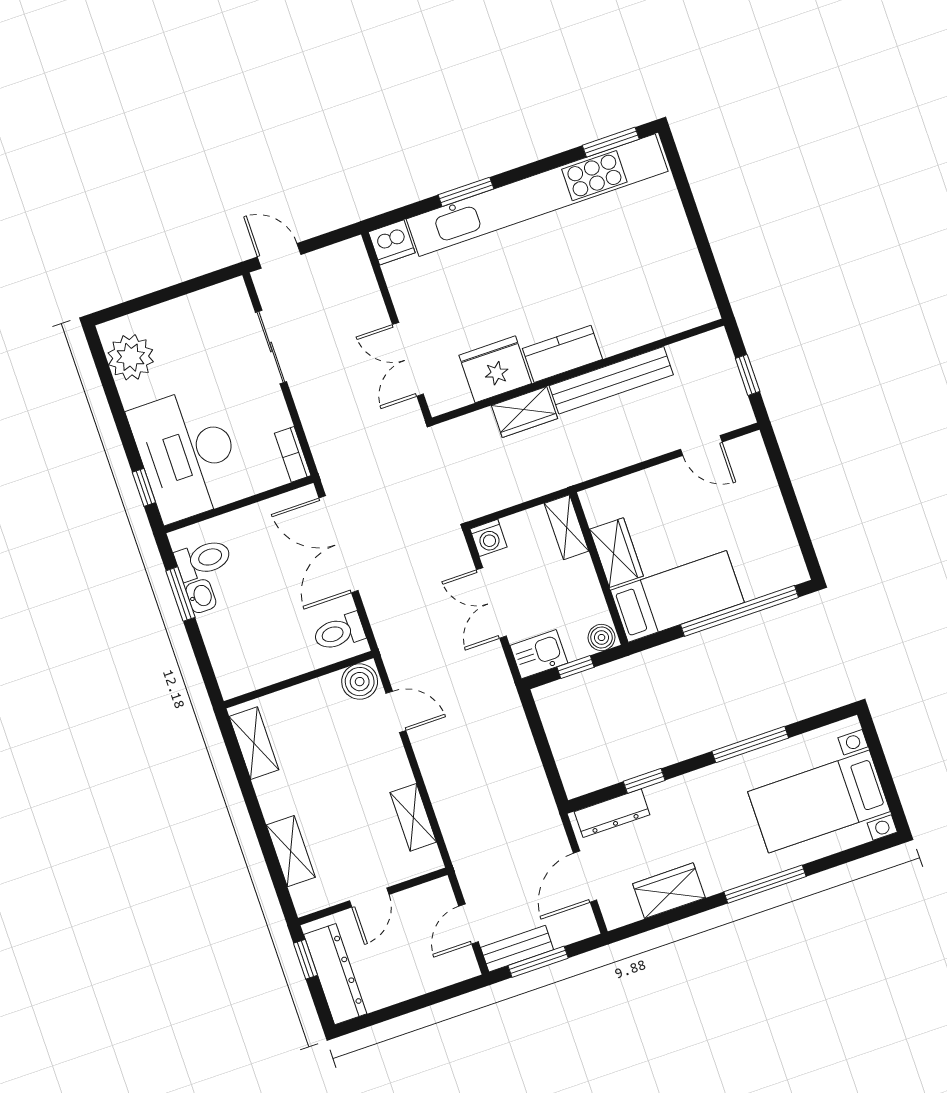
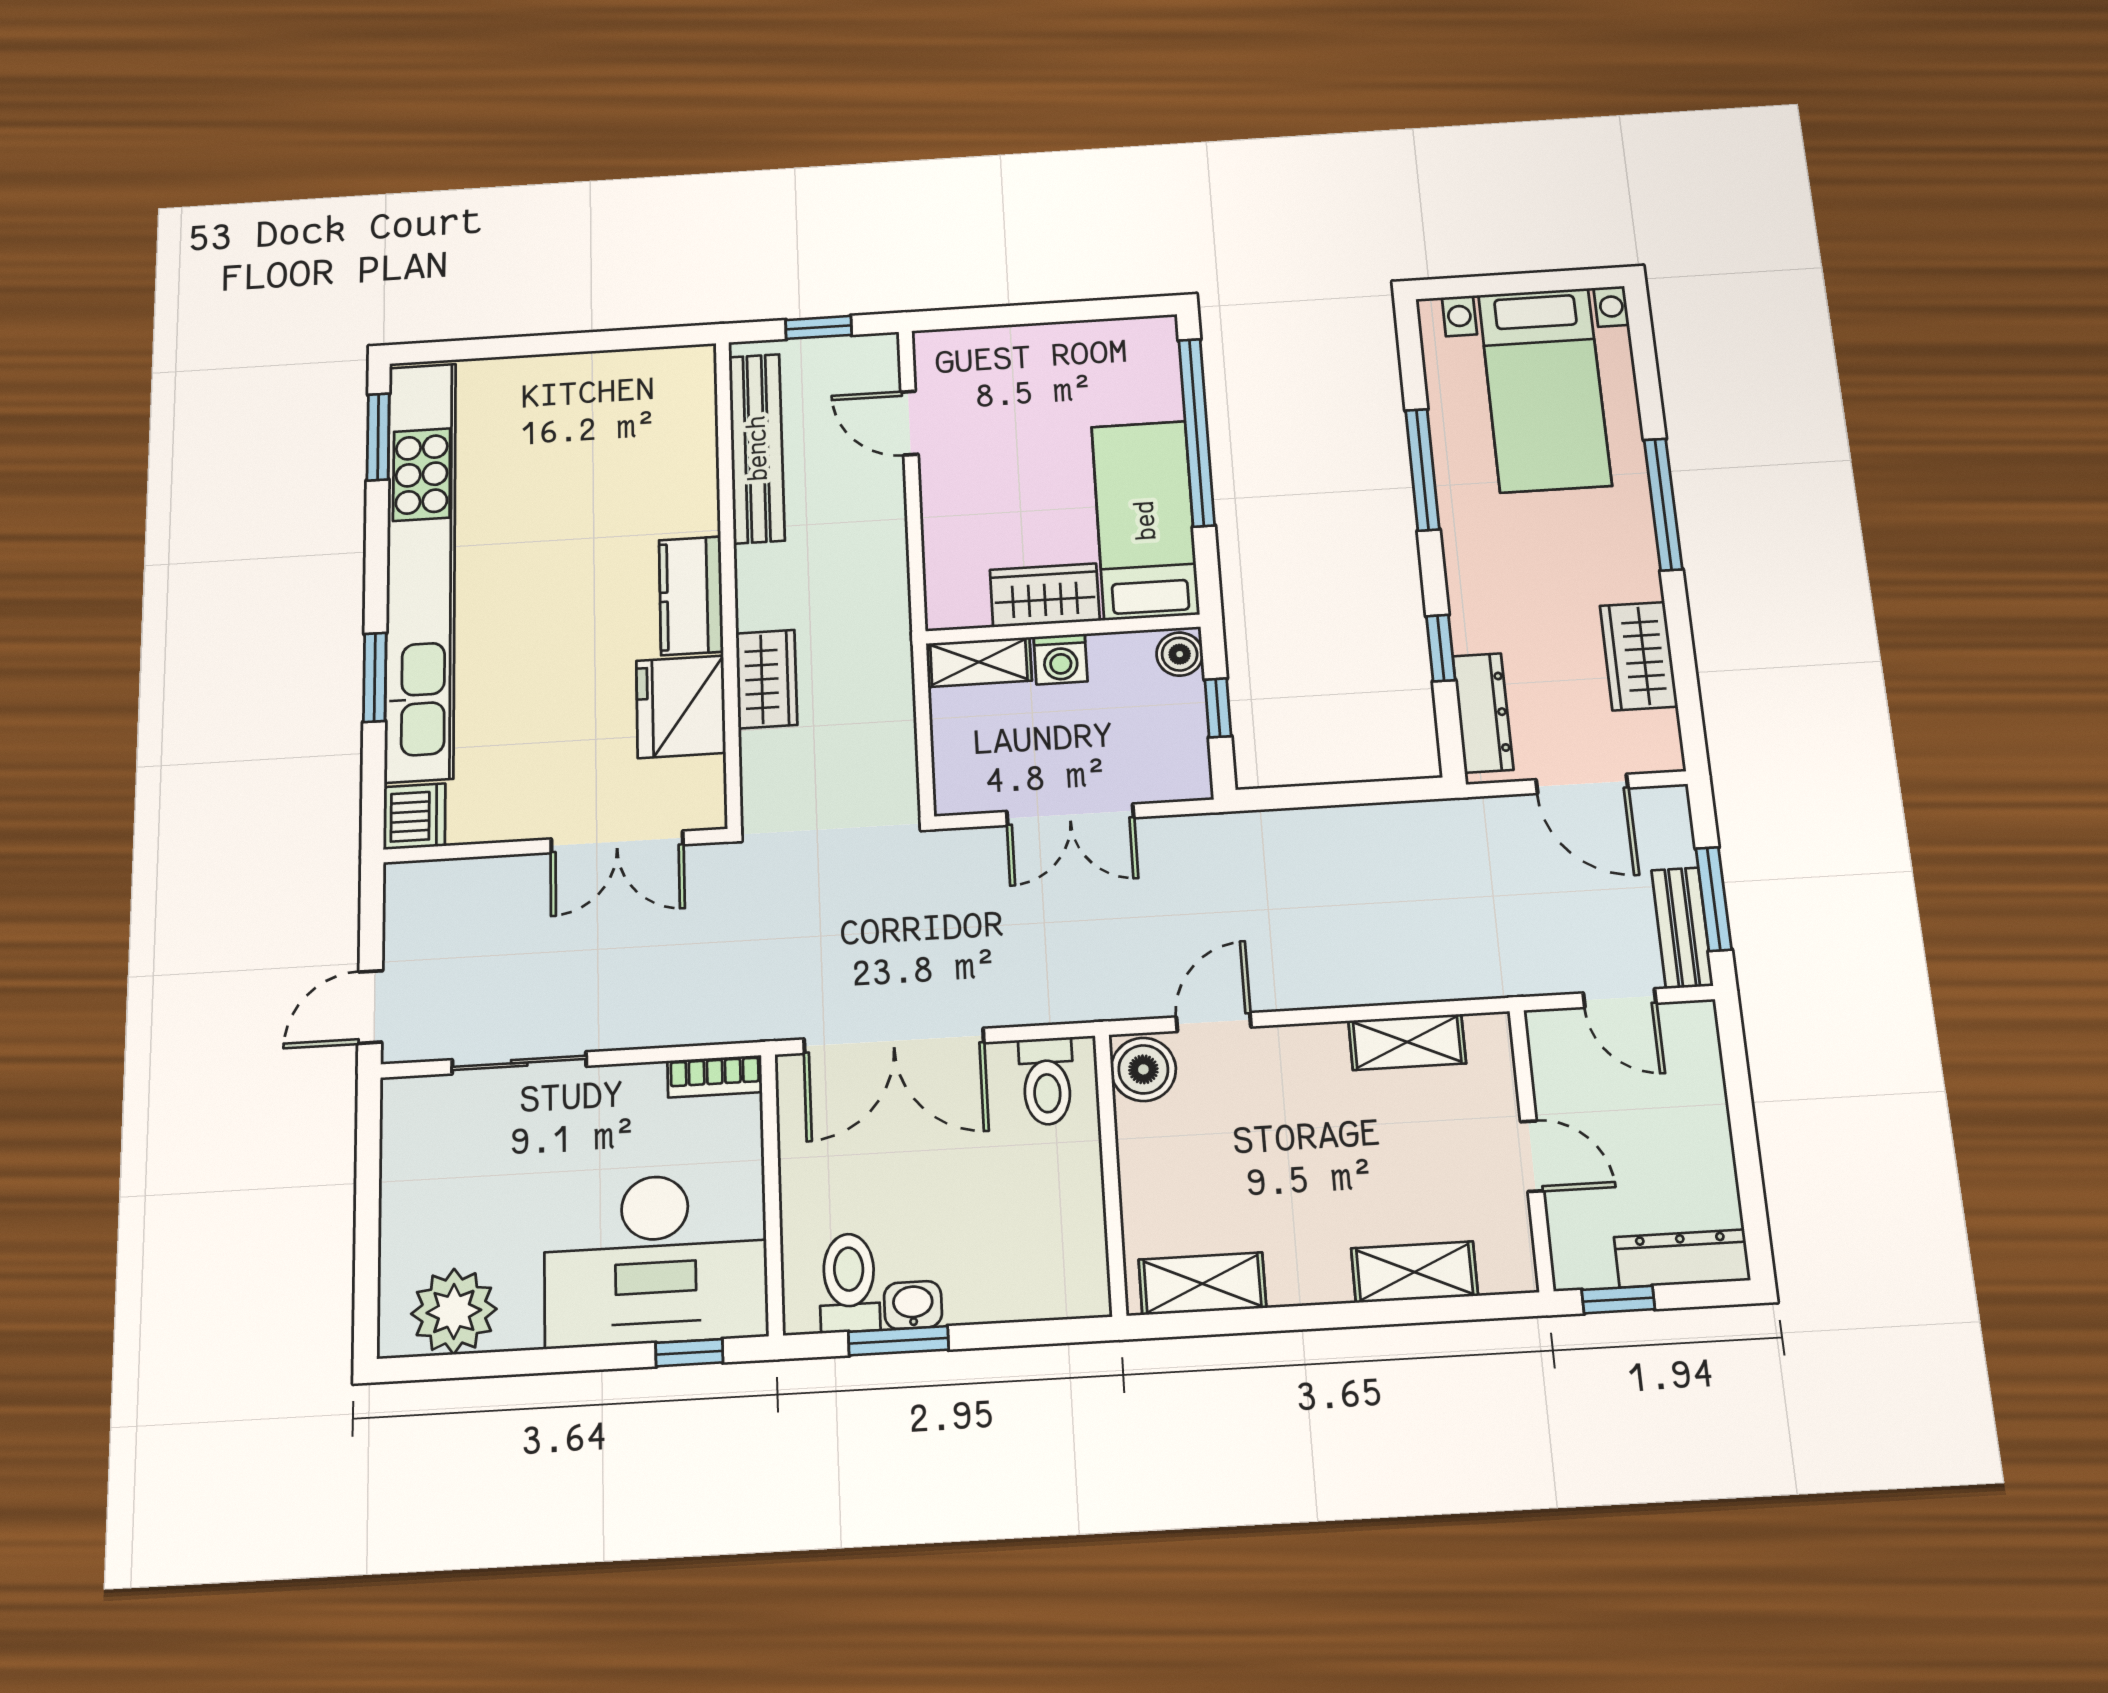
bench: (611, 380) -> (757, 448), moved
door: (701, 446) -> (909, 423), swing flipped
washing machine: (489, 538) -> (1061, 659), moved, turned 90
kitchen sink: (539, 654) -> (1179, 761), removed
dresser: (335, 974) -> (1682, 1259), width x0.73, depth x0.80

